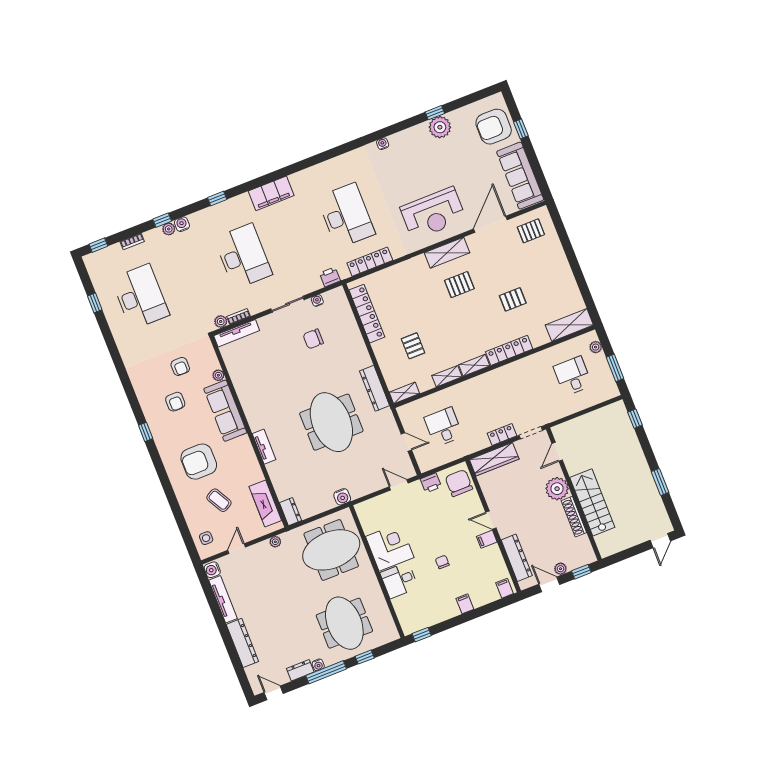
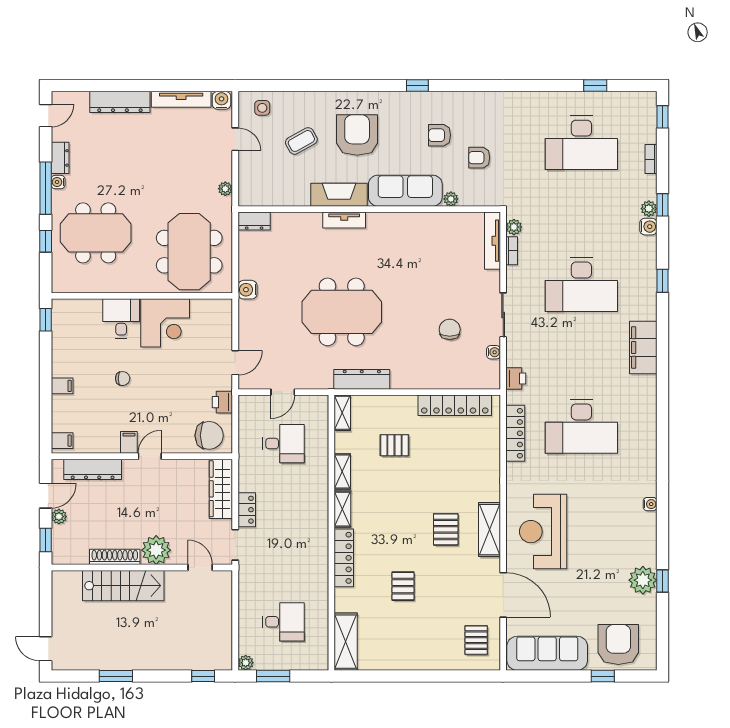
plant: (596, 347) -> (246, 663), moved
fireplace: (265, 504) -> (339, 195), moved

